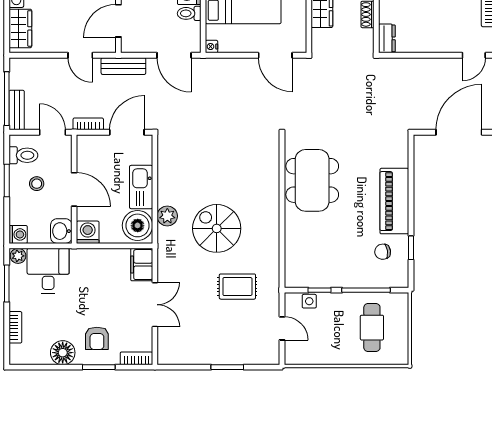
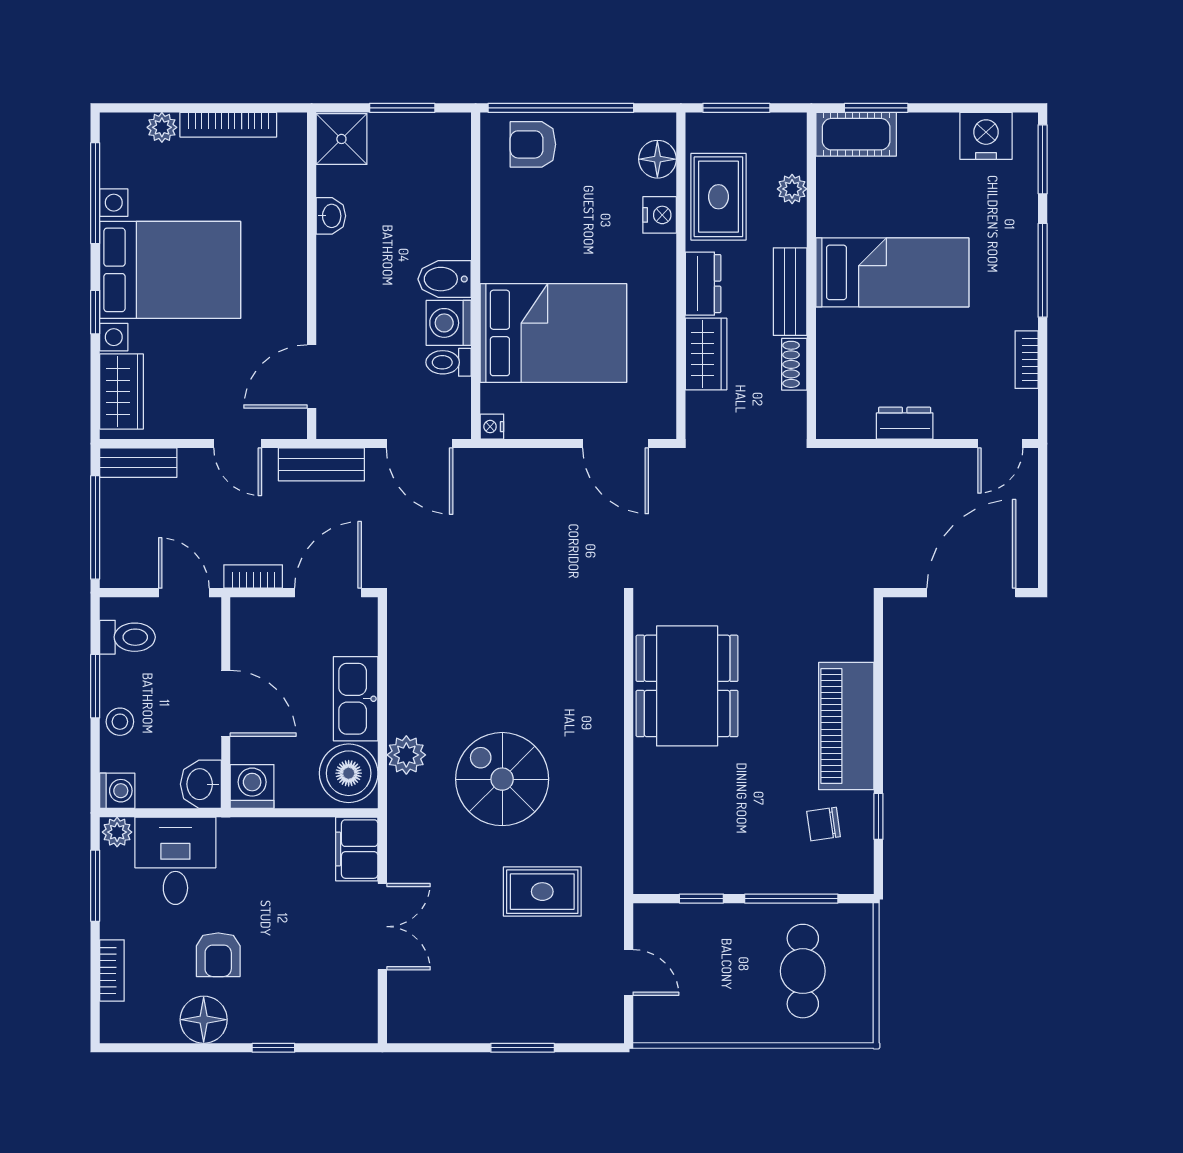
dresser: (387, 38) -> (905, 423), moved, turned -90
bench: (17, 110) -> (138, 463), moved, turned 90
stool: (37, 184) -> (120, 722), moved
side table: (309, 301) -> (681, 920), removed
armchair: (97, 338) -> (218, 955), moved
bookcase: (136, 358) -> (347, 1031), removed
window: (99, 367) -> (273, 1048), width x0.67

